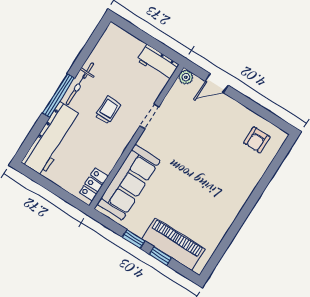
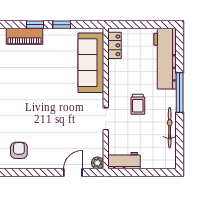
bicycle: (80, 84) -> (170, 128), moved
piano: (174, 244) -> (25, 36), width x0.73, depth x0.75

